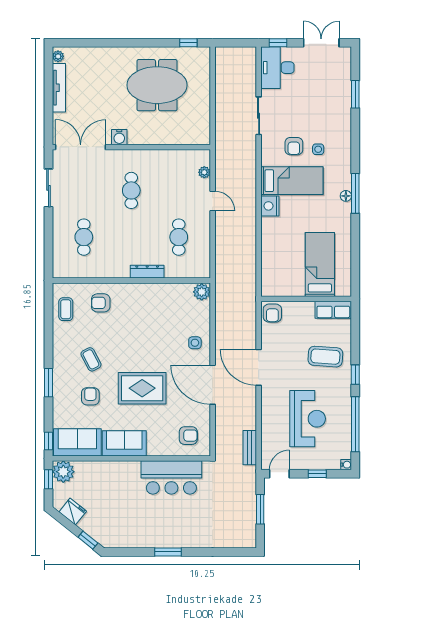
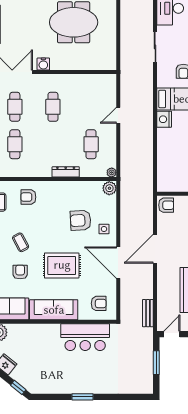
plant: (204, 172) -> (112, 172), moved
cafe table: (84, 190) -> (15, 107), added
door: (213, 201) -> (118, 115), swing flipped
armchair: (272, 313) -> (166, 205), turned -90
armchair: (166, 332) -> (81, 220), added
door: (259, 367) -> (155, 249), hinge flipped
sofa: (124, 443) -> (54, 310), width x1.36

